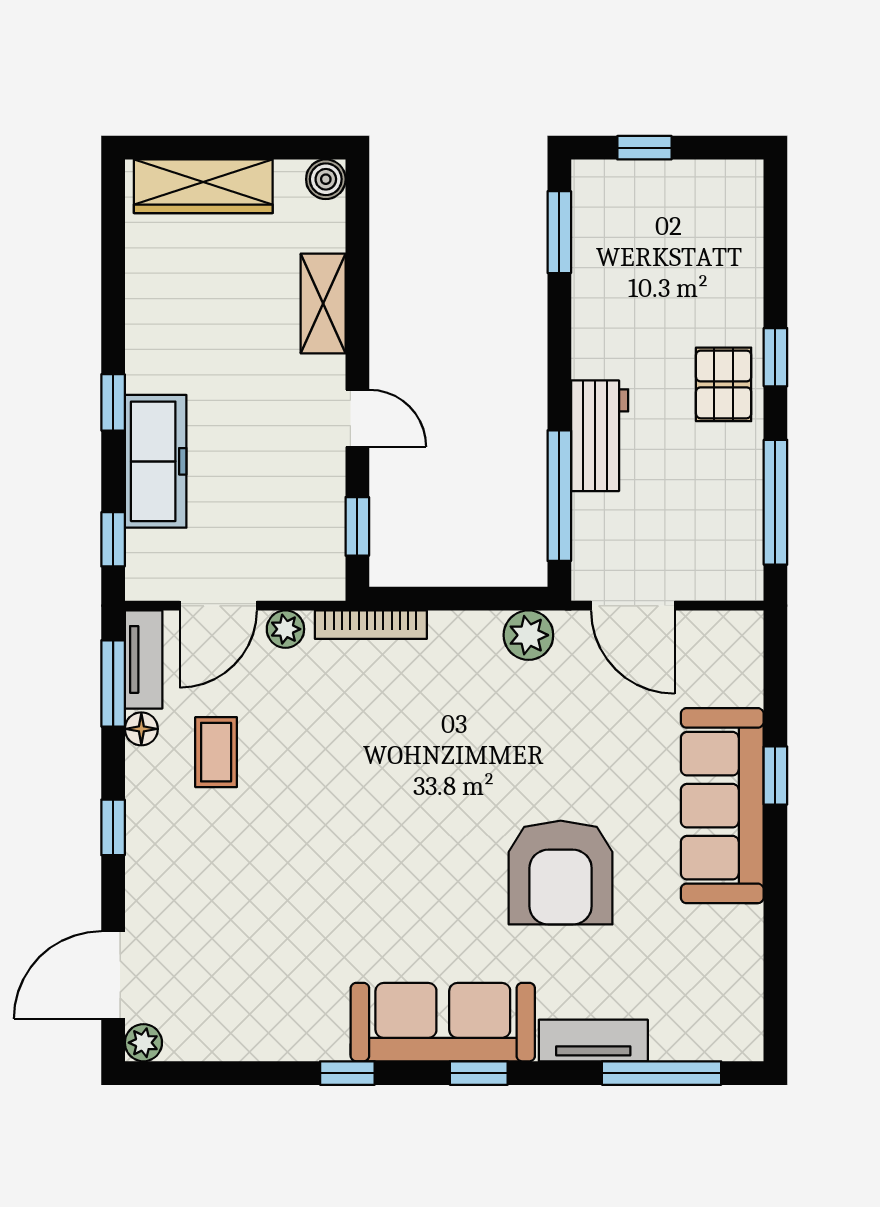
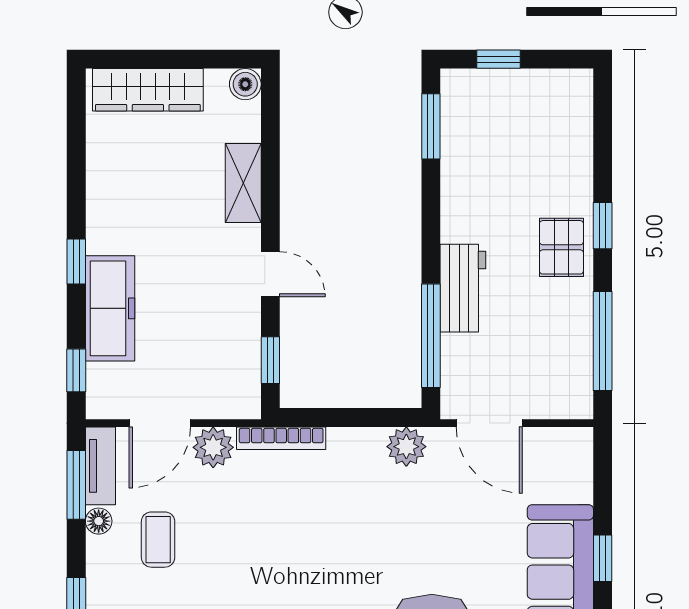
plant: (285, 629) -> (213, 447), width x1.38, depth x1.38

